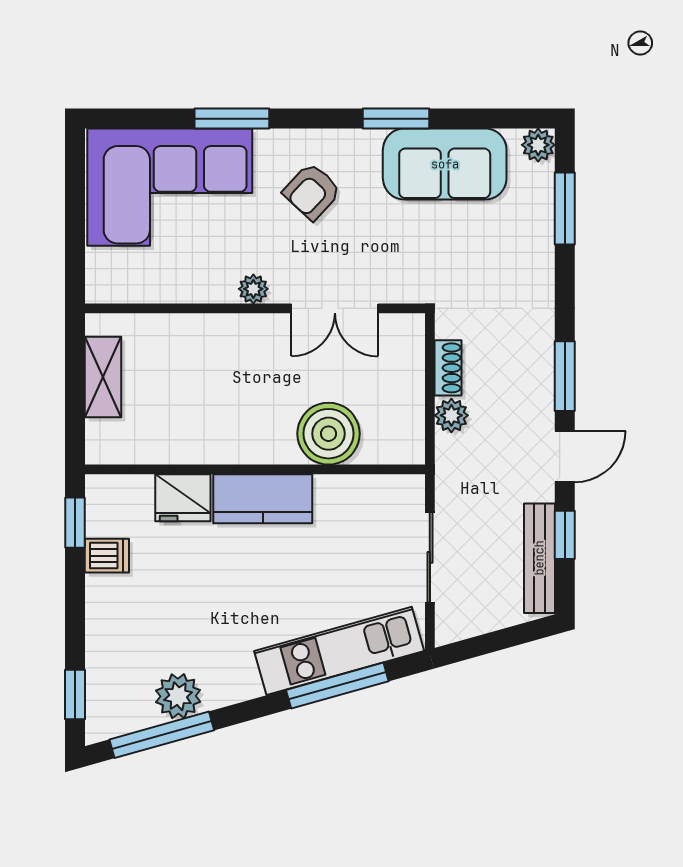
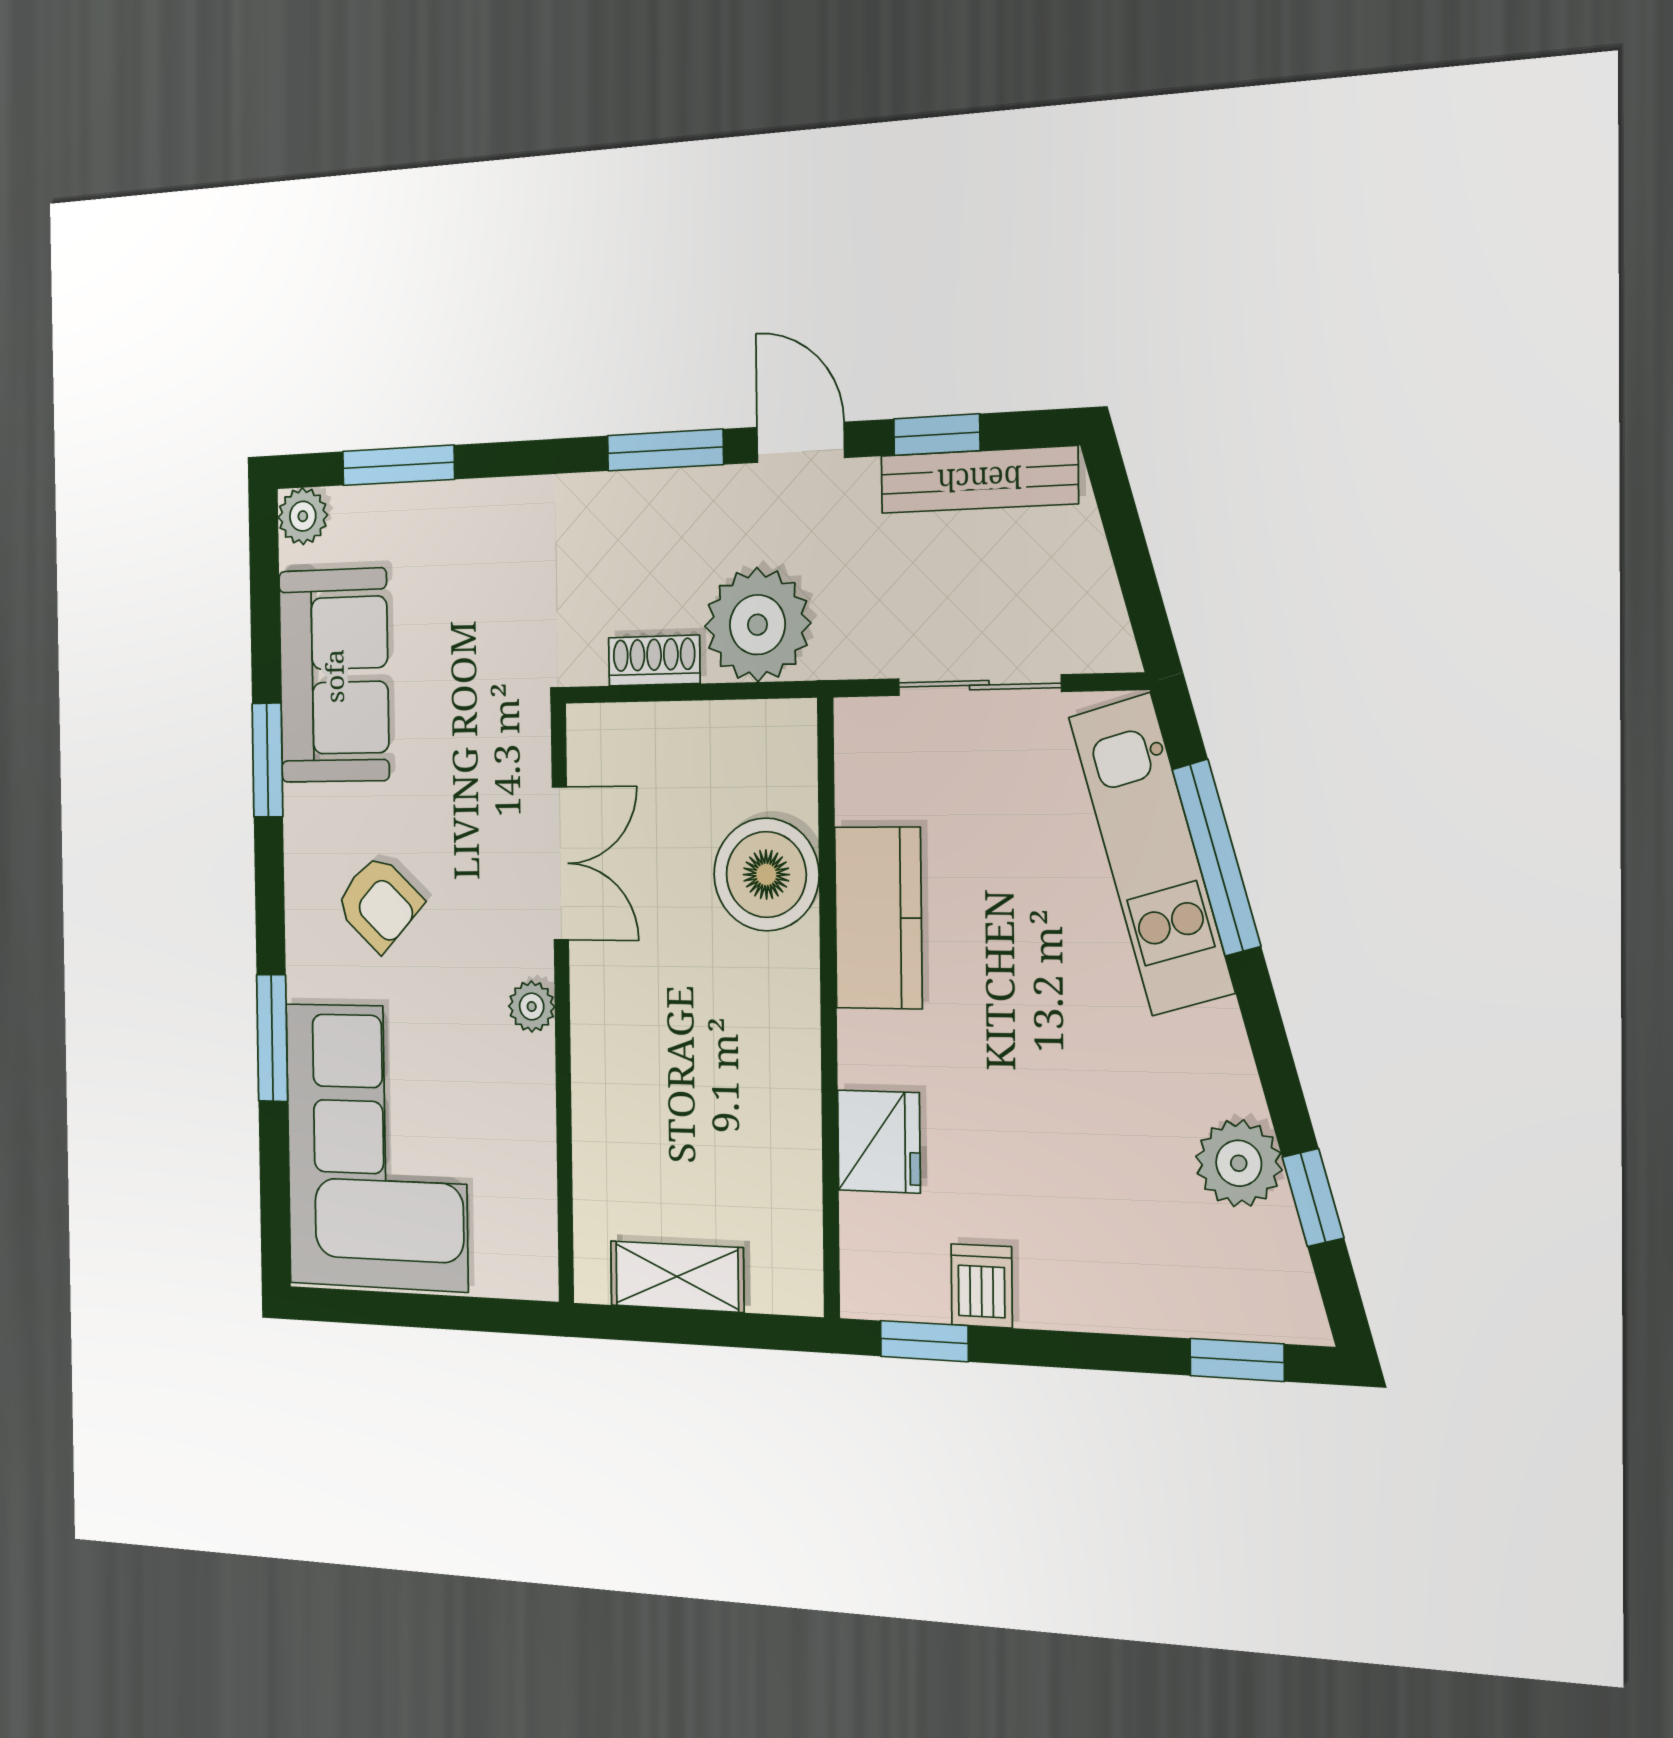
plant: (451, 415) -> (757, 625), width x1.87, depth x1.87
kitchen counter: (263, 499) -> (878, 918), moved
window: (162, 735) -> (1313, 1198), width x0.46

